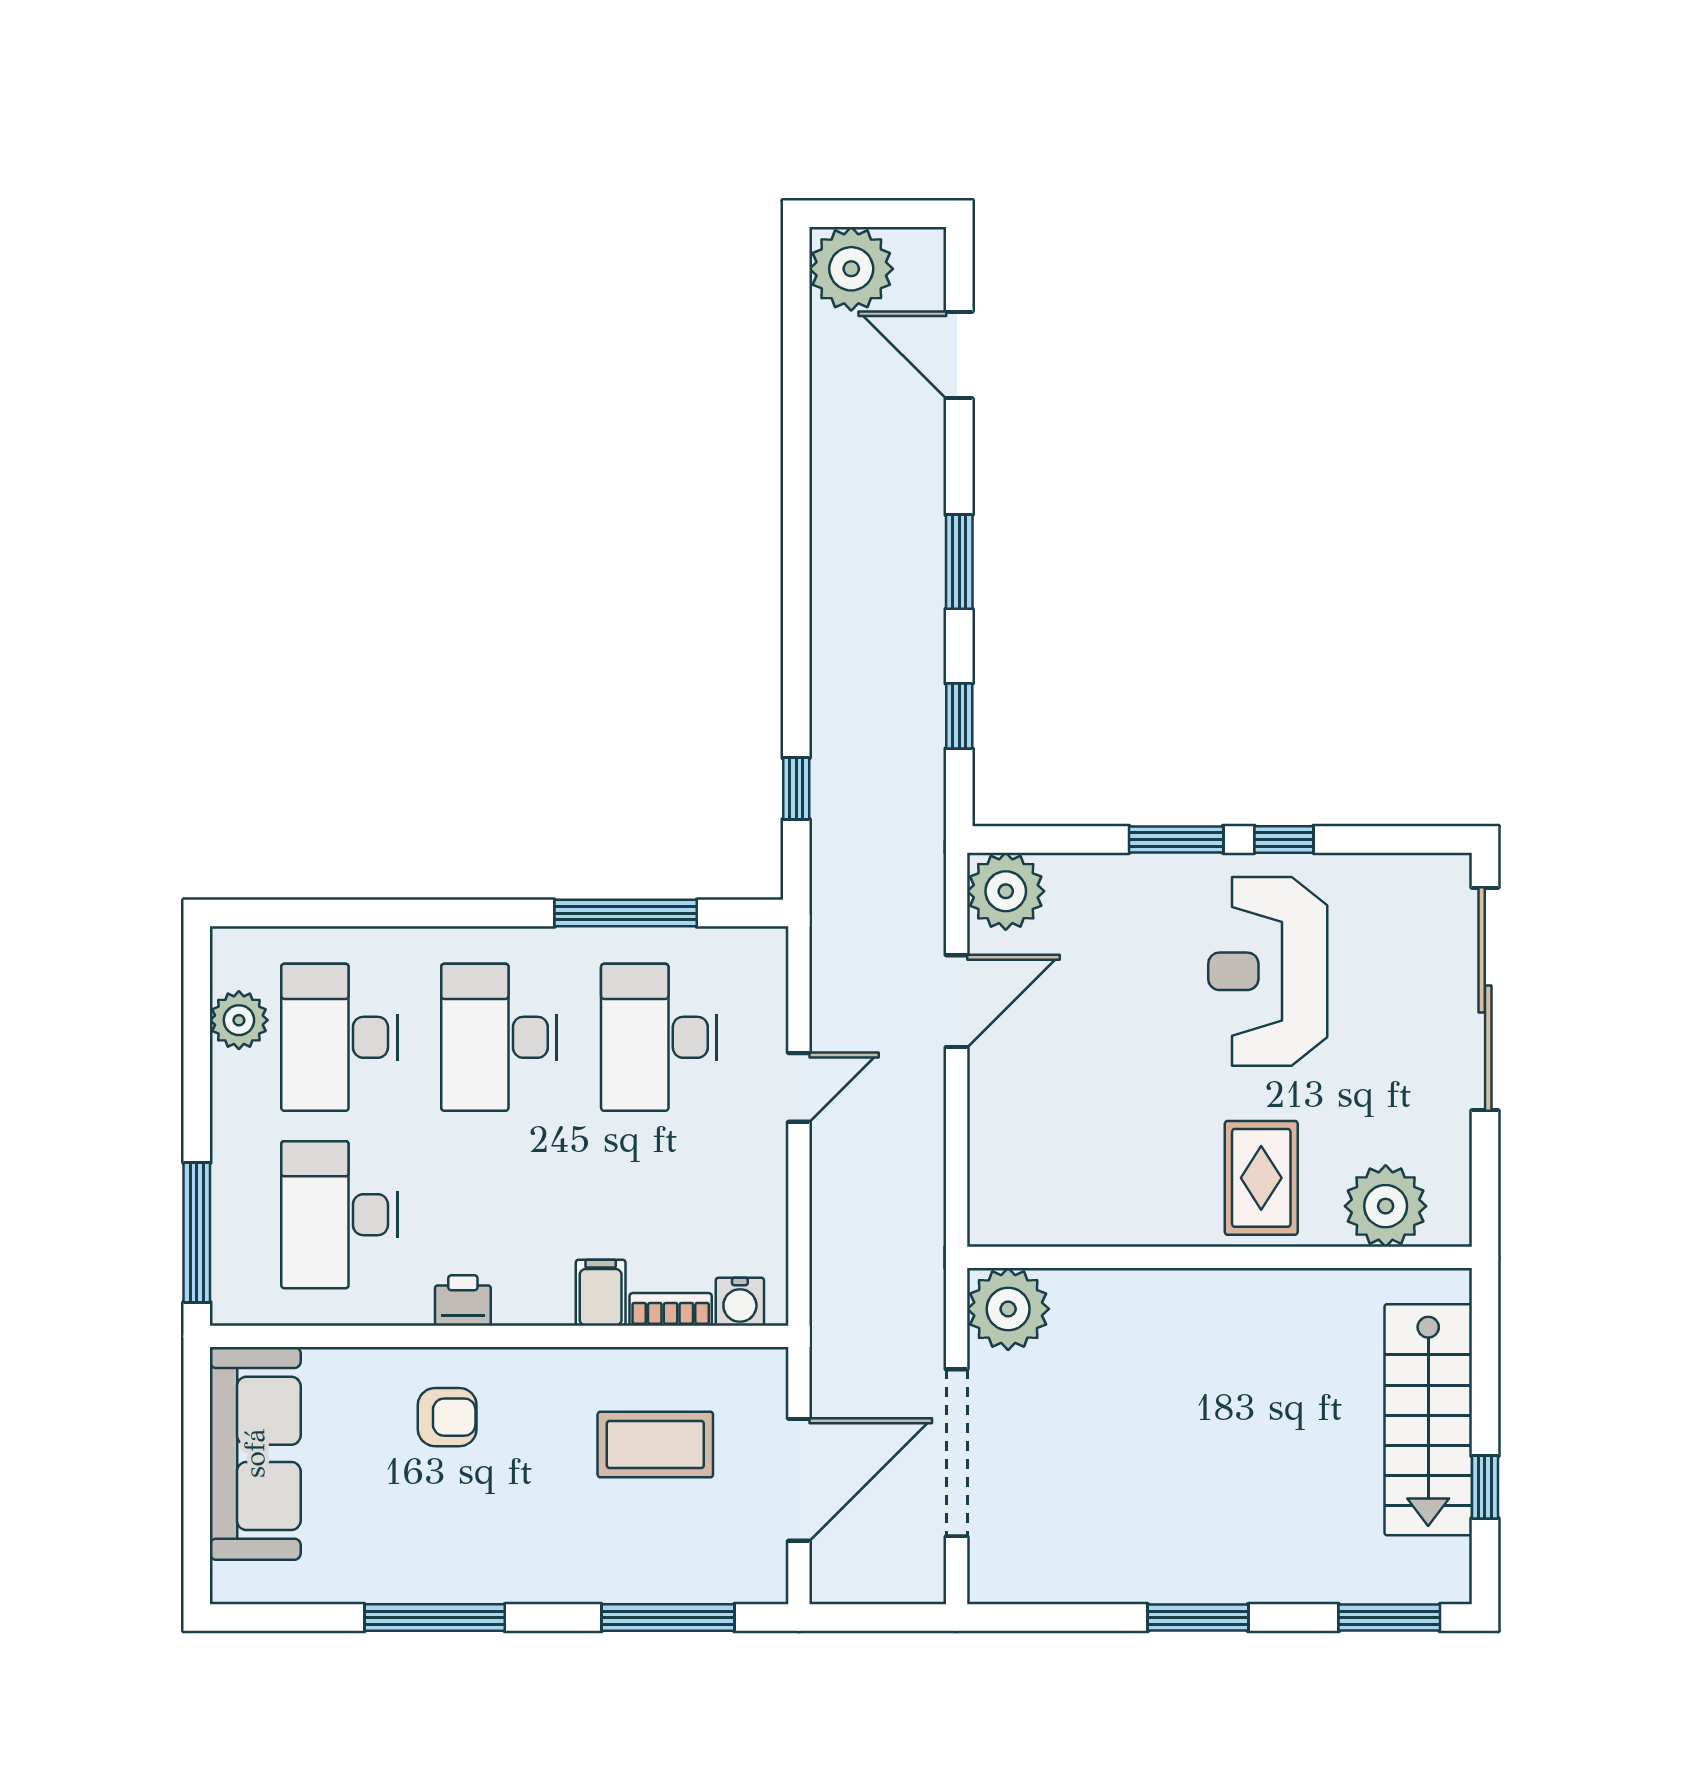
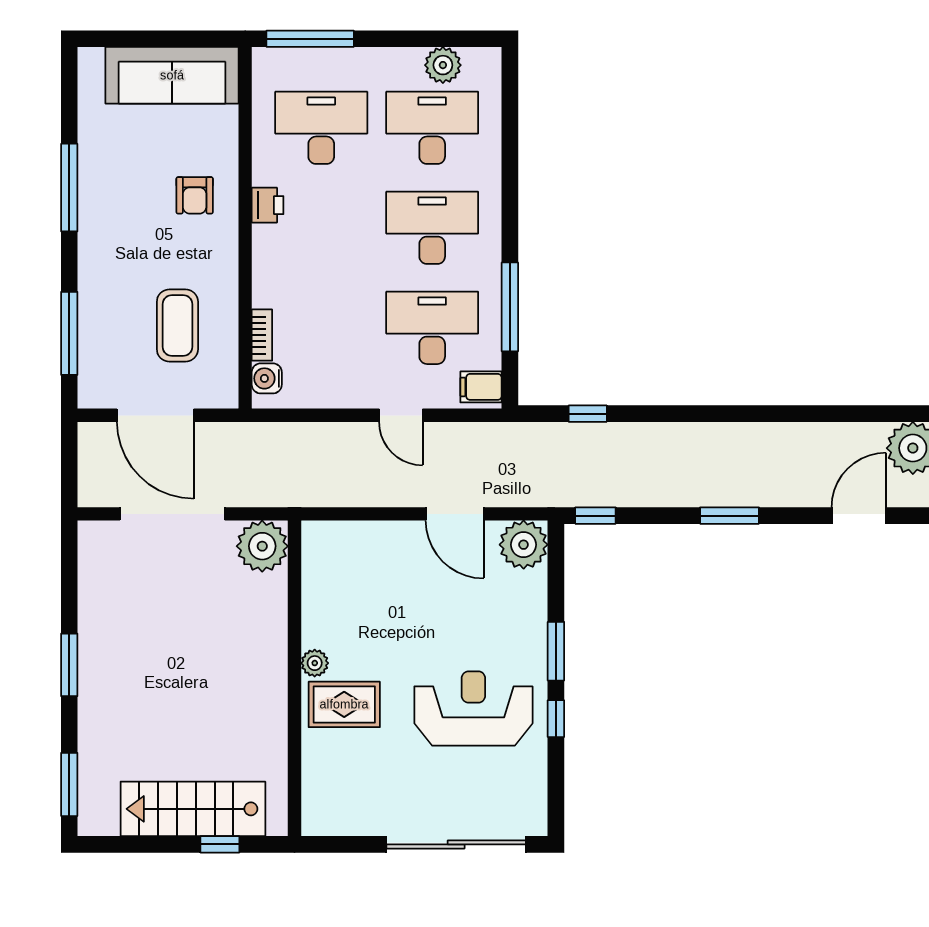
window: (959, 716) -> (595, 516), moved
plant: (1386, 1206) -> (315, 663), moved, width x0.53, depth x0.53
filing cabinet: (601, 1293) -> (481, 387), moved, turned 180
window: (1485, 1487) -> (220, 844), moved

